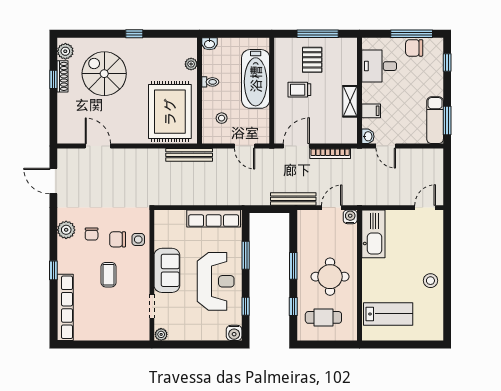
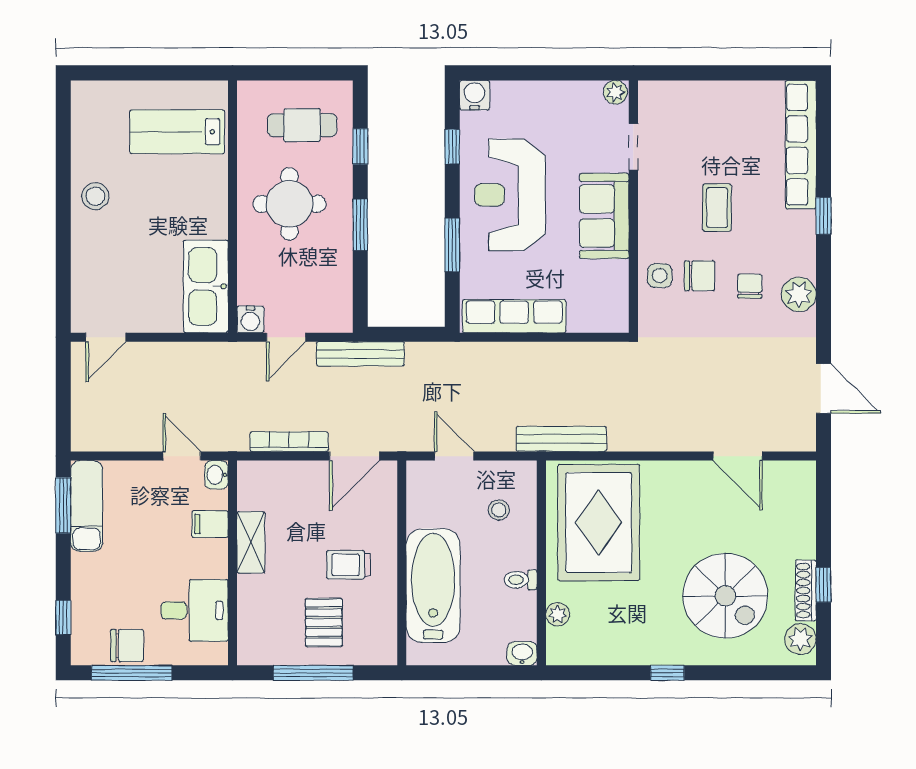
trolley: (299, 90) -> (349, 565), turned 180

